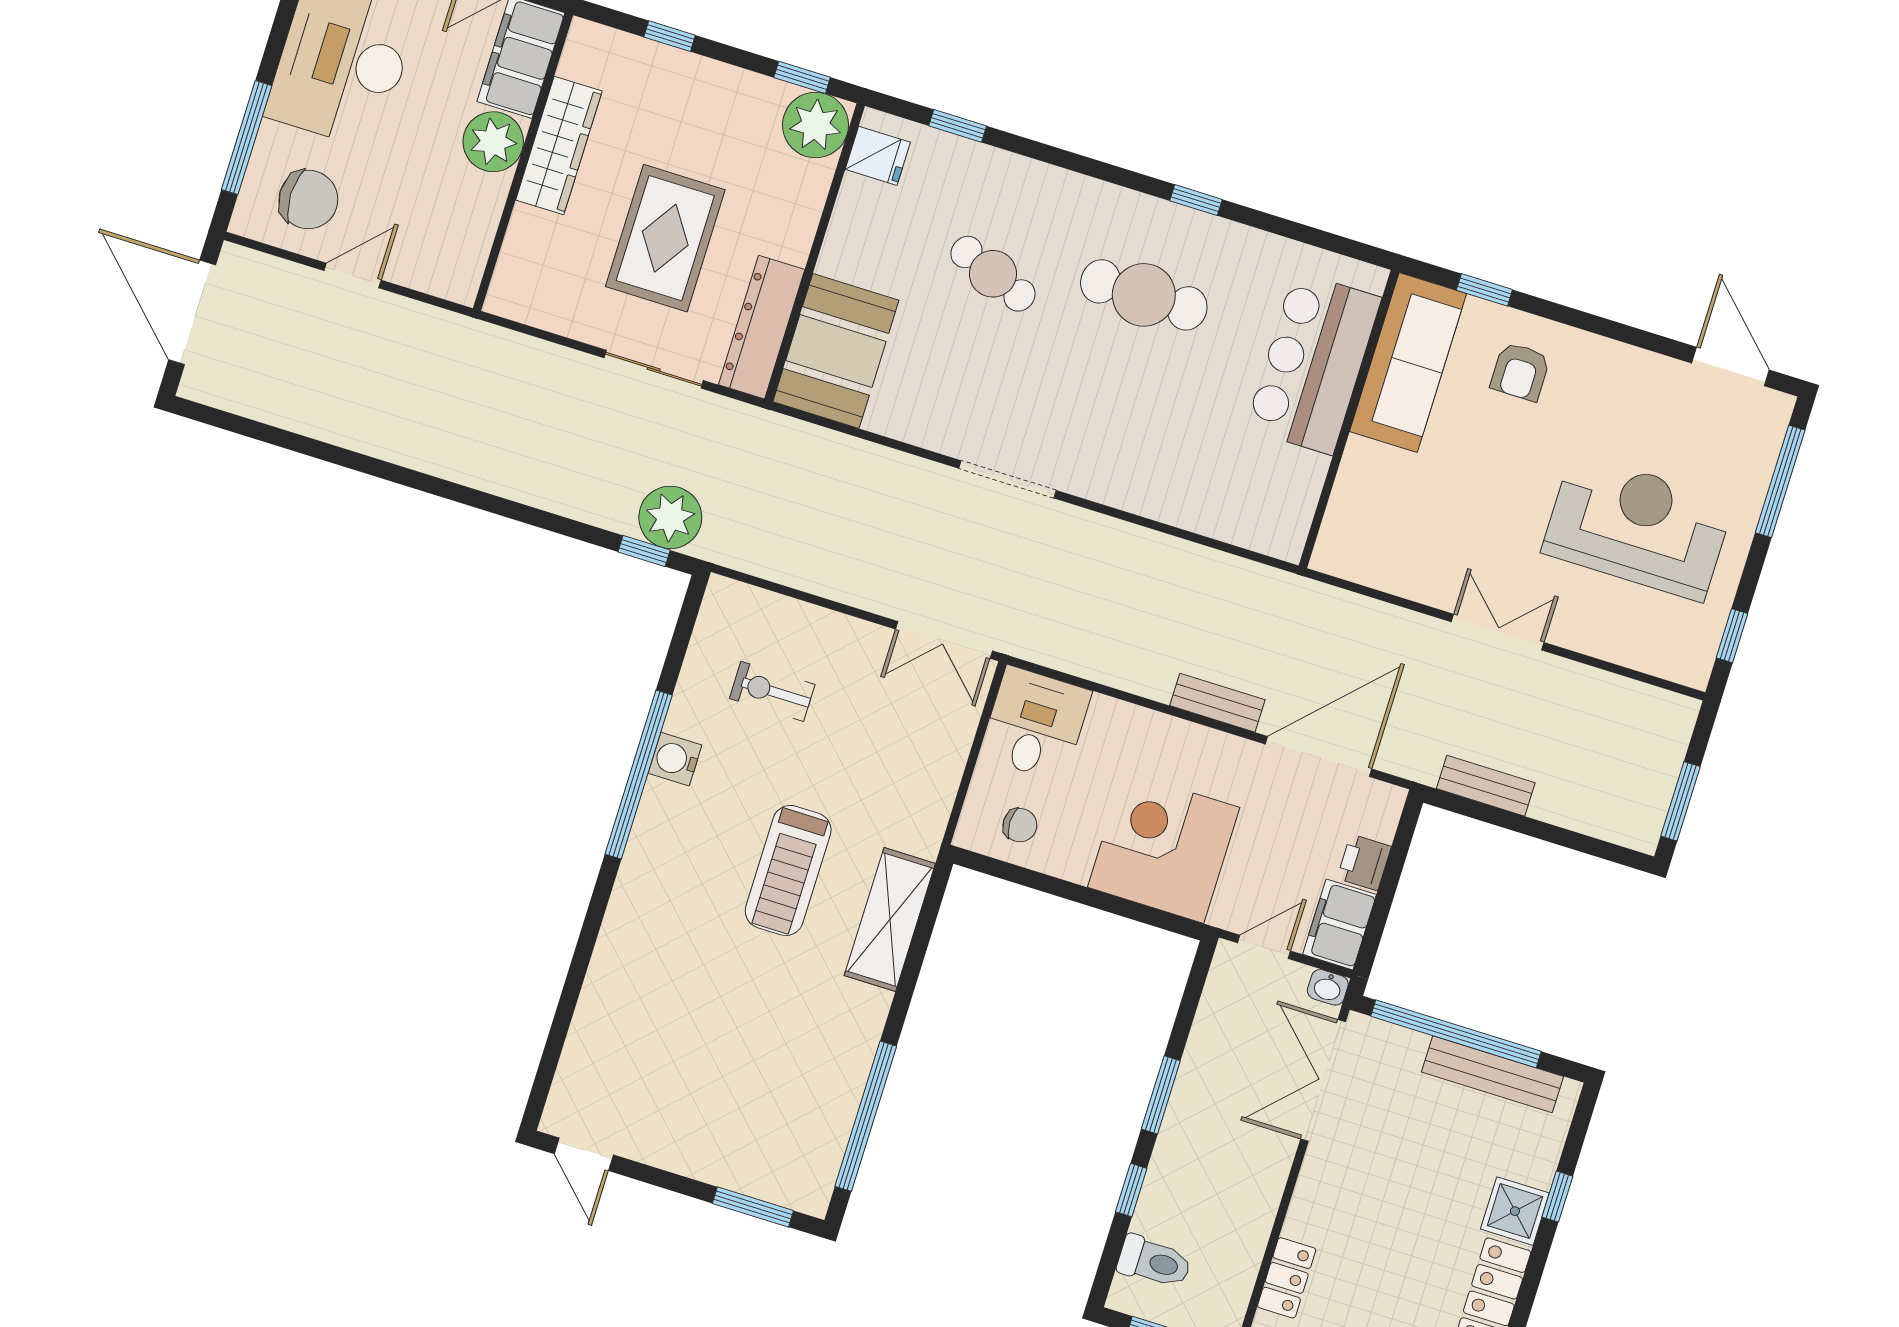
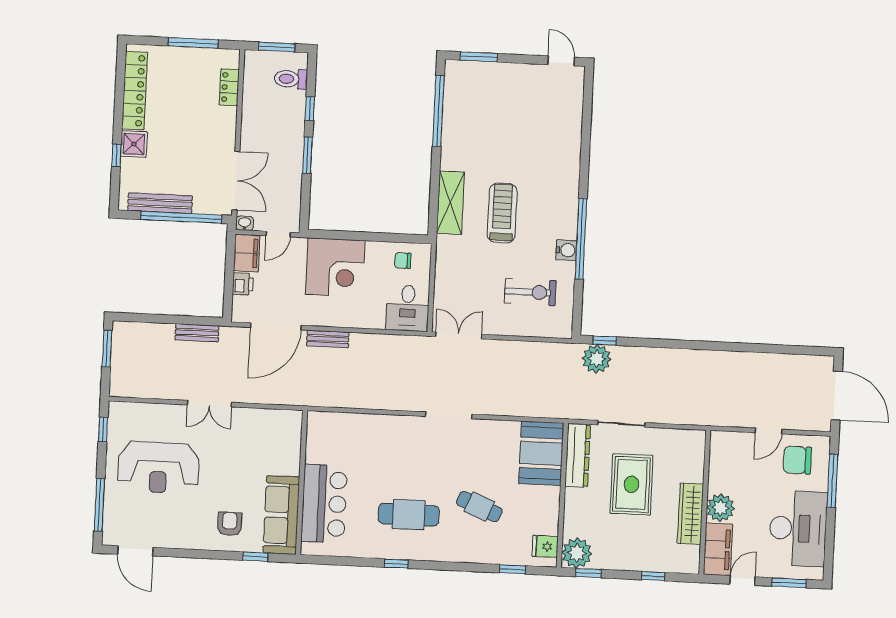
exercise bike: (772, 691) -> (530, 292), width x1.38, depth x1.39

